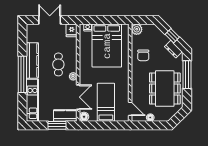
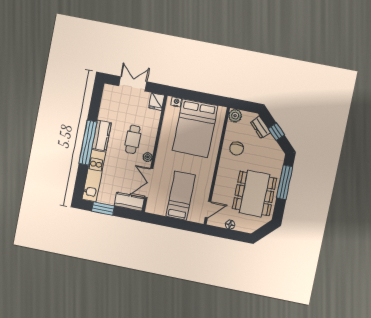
dresser: (173, 49) -> (260, 127), moved
kitchen counter: (32, 60) -> (102, 136), width x0.67
double door: (78, 97) -> (149, 183), swing flipped
door: (130, 109) -> (208, 209), hinge flipped
floor lamp: (84, 117) -> (151, 208), removed
window: (57, 125) -> (103, 209), moved

